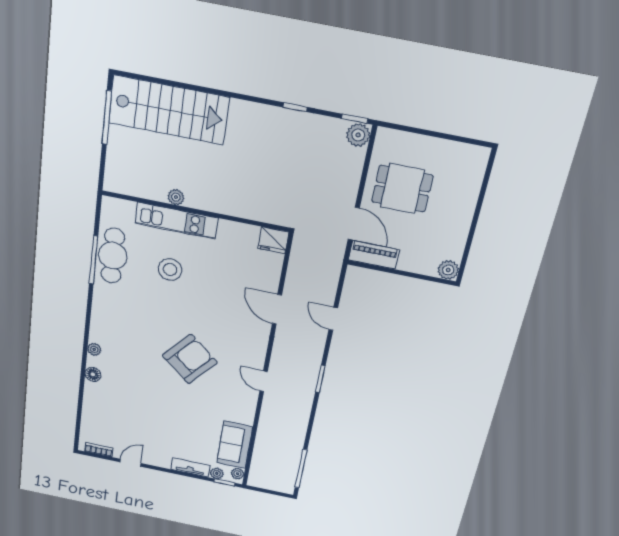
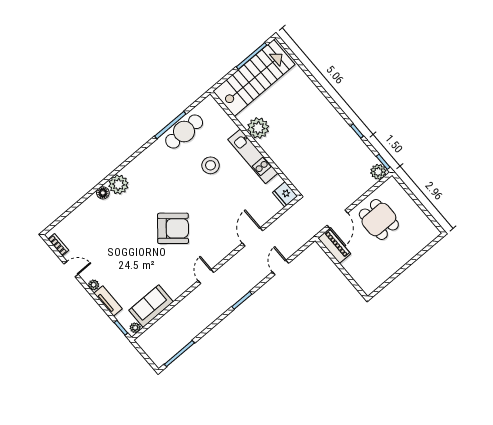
stairs: (169, 110) -> (254, 78), moved, turned -90
plant: (176, 197) -> (258, 128), width x1.87, depth x1.87
kitchen unit: (176, 221) -> (253, 156), moved
plant: (448, 270) -> (368, 286), removed
plant: (94, 349) -> (118, 184), width x1.87, depth x1.87
plant: (217, 473) -> (94, 285), moved

